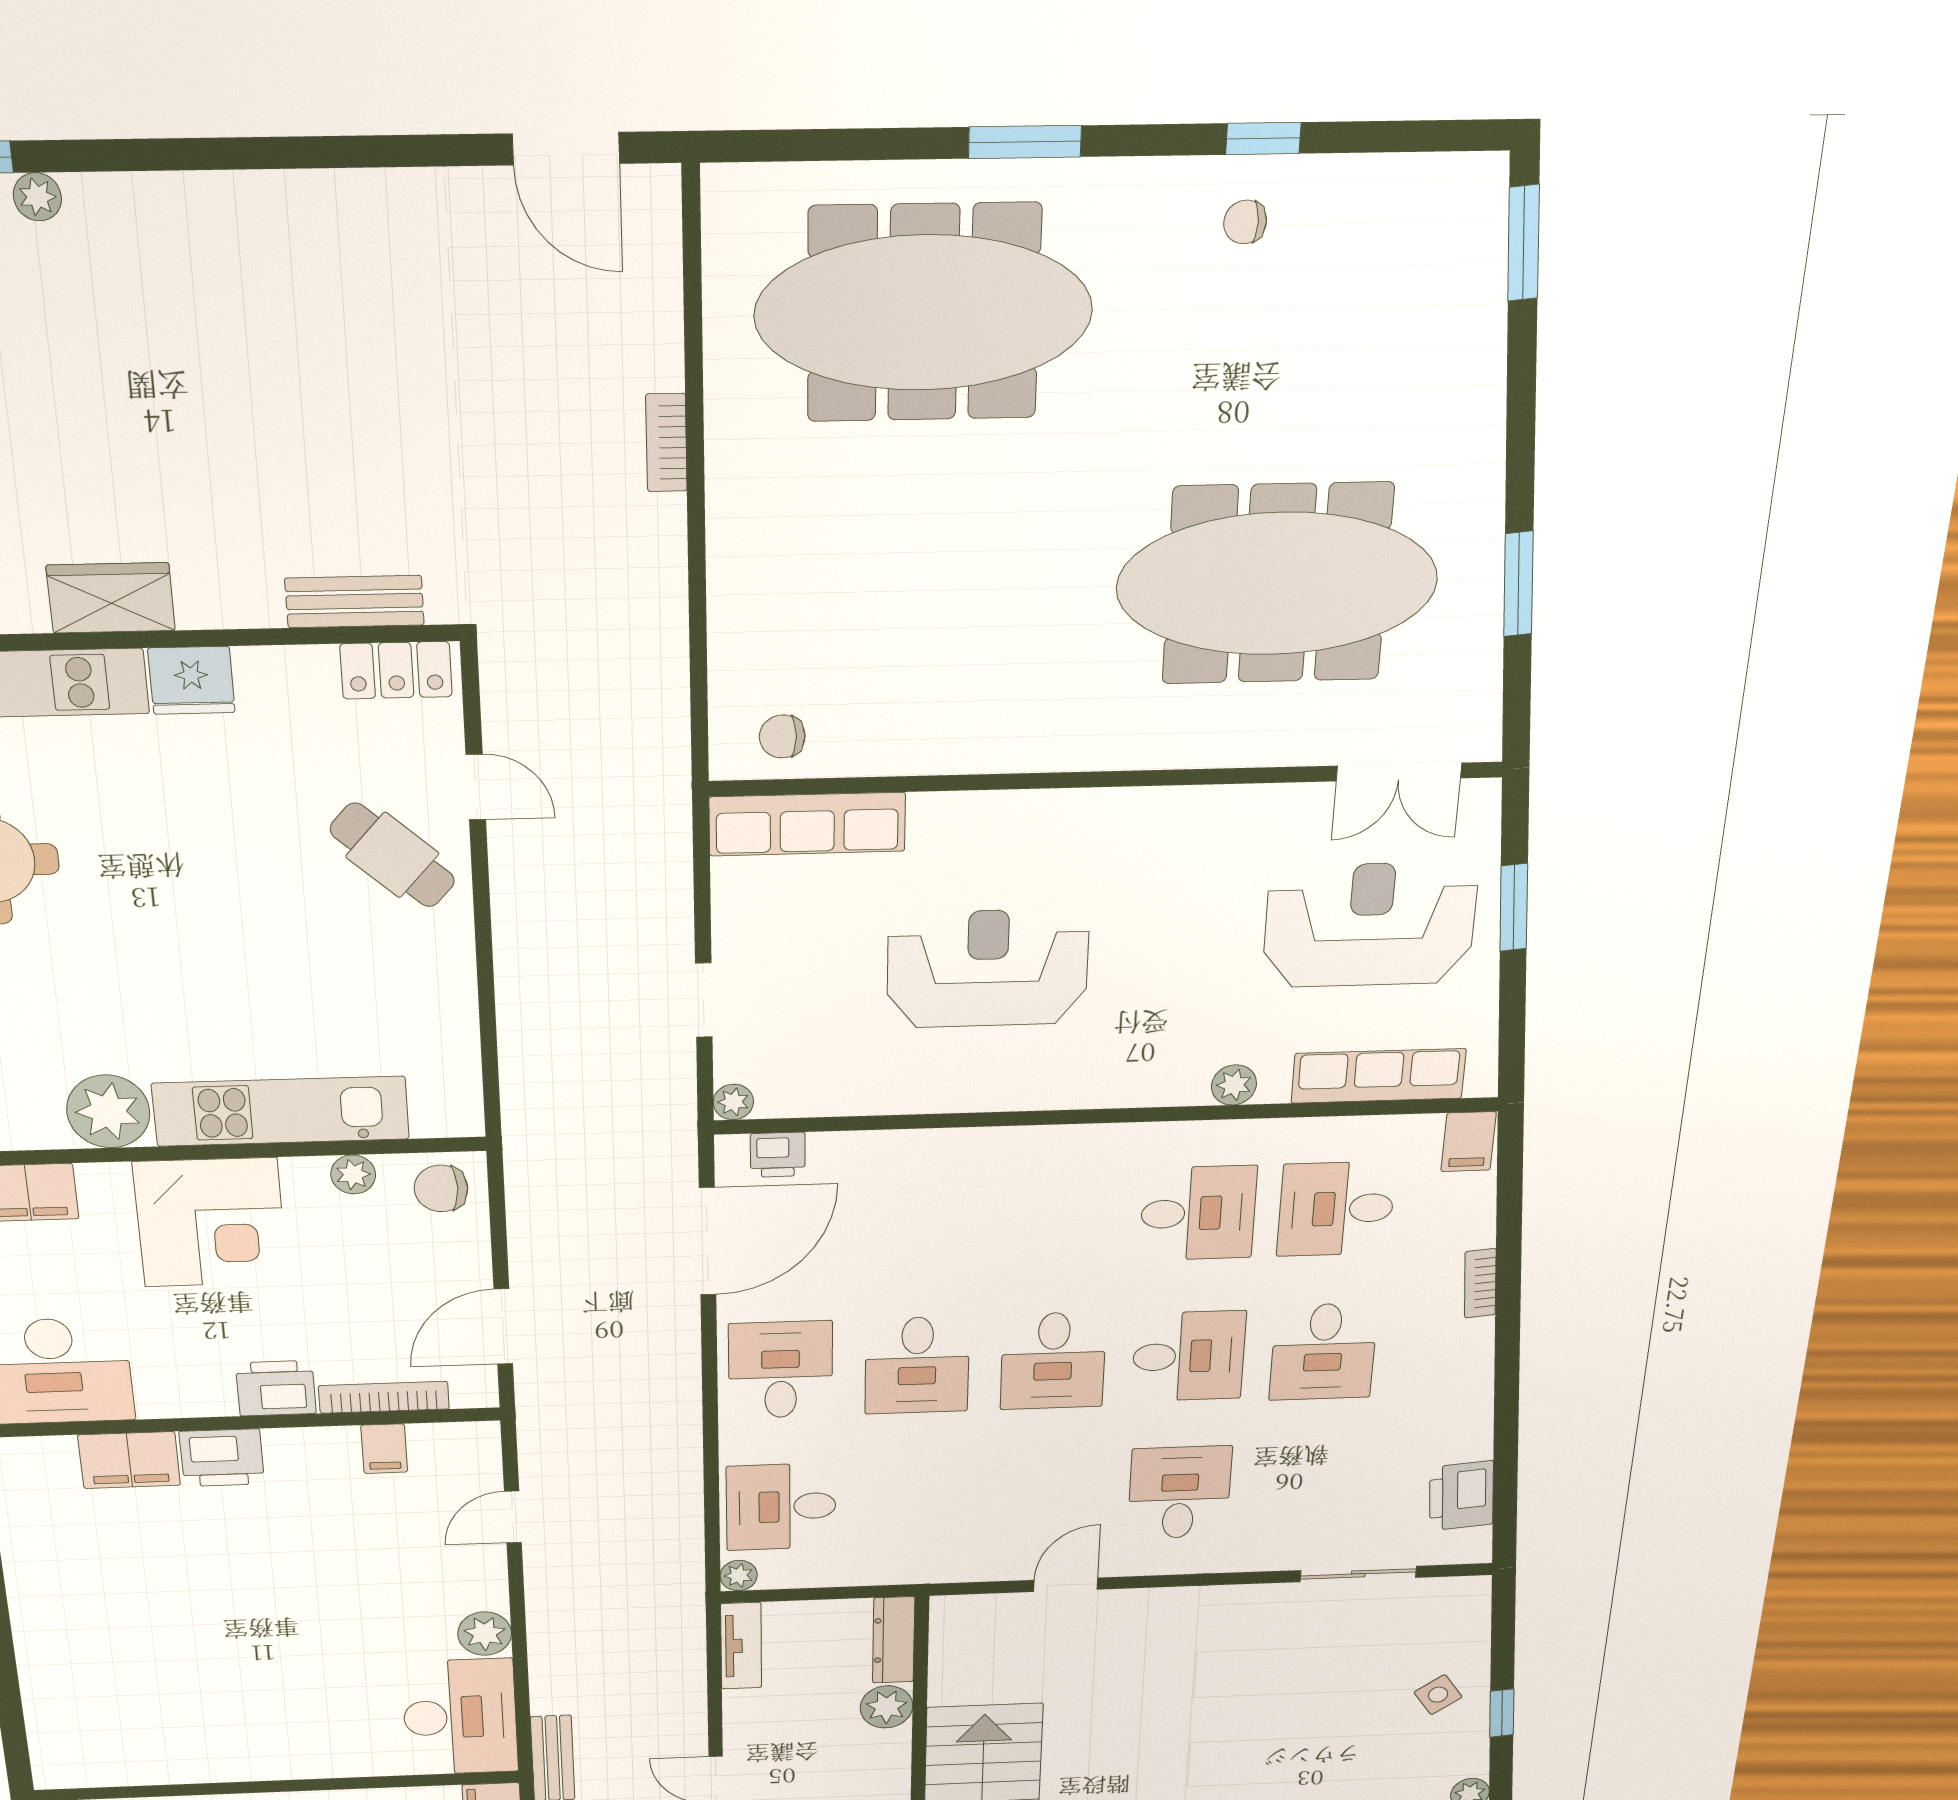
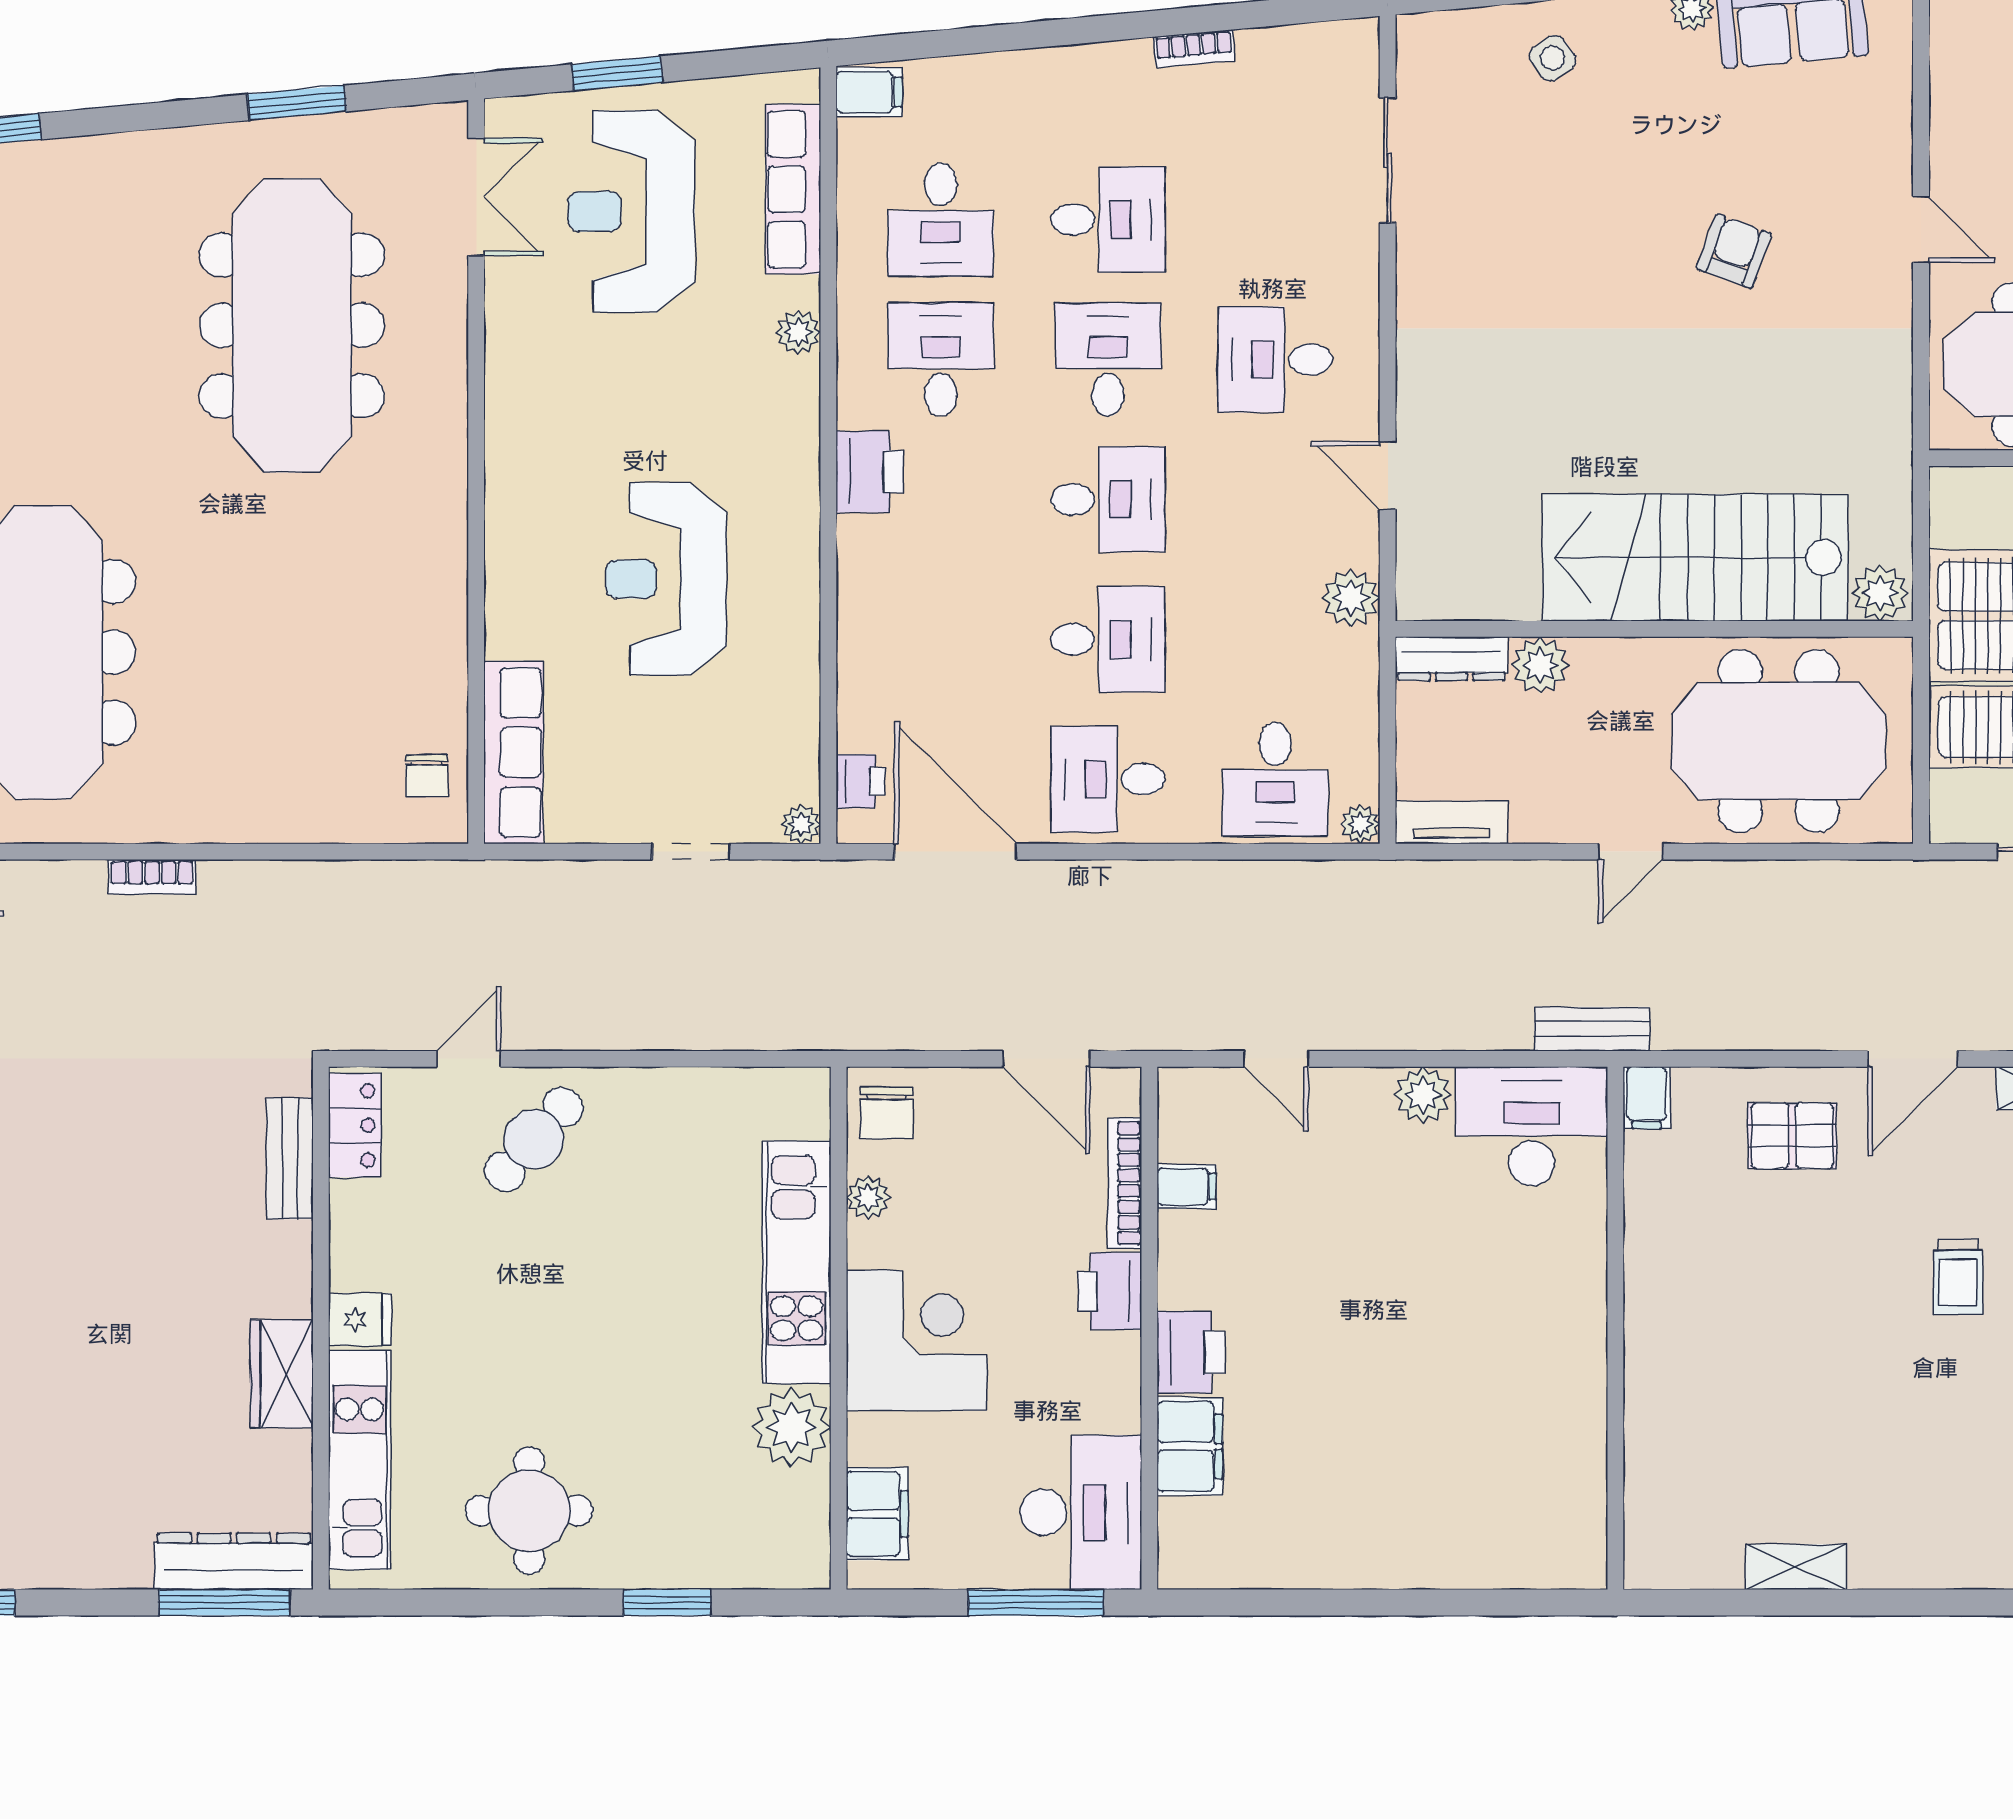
fridge: (191, 680) -> (360, 1320), width x0.72
bookcase: (1480, 1283) -> (1194, 49), moved
printer: (1461, 1496) -> (870, 472), moved, turned -85
plant: (952, 1560) -> (1351, 598), added

